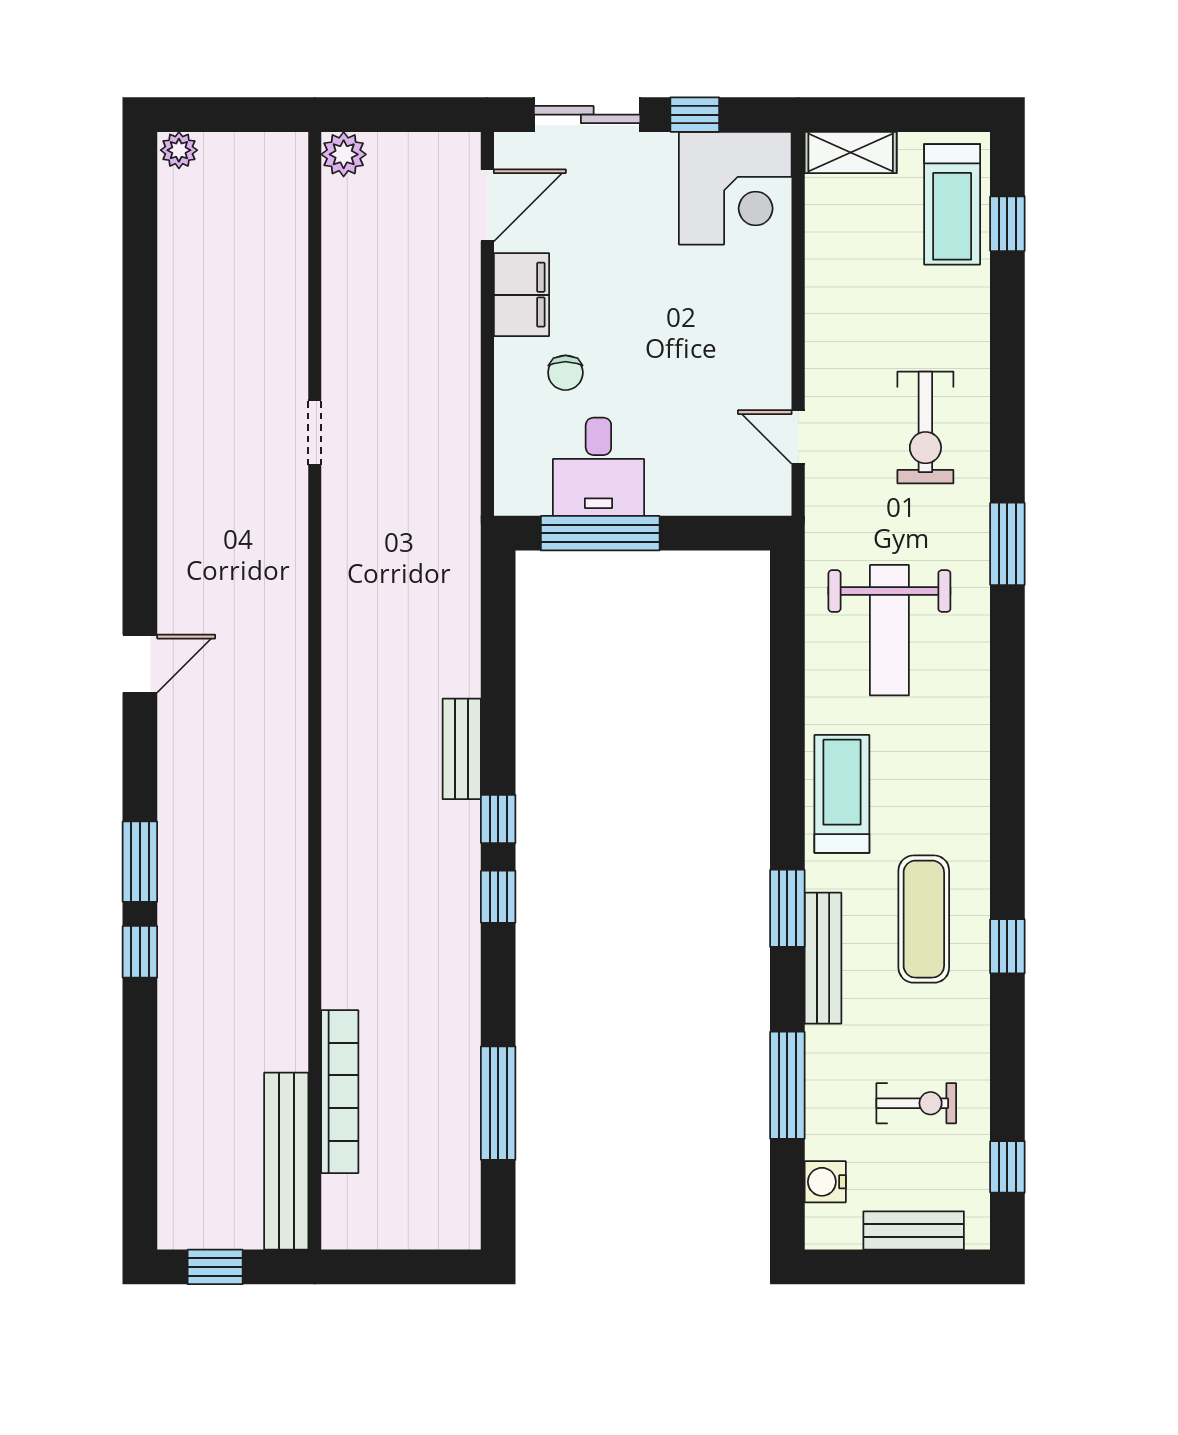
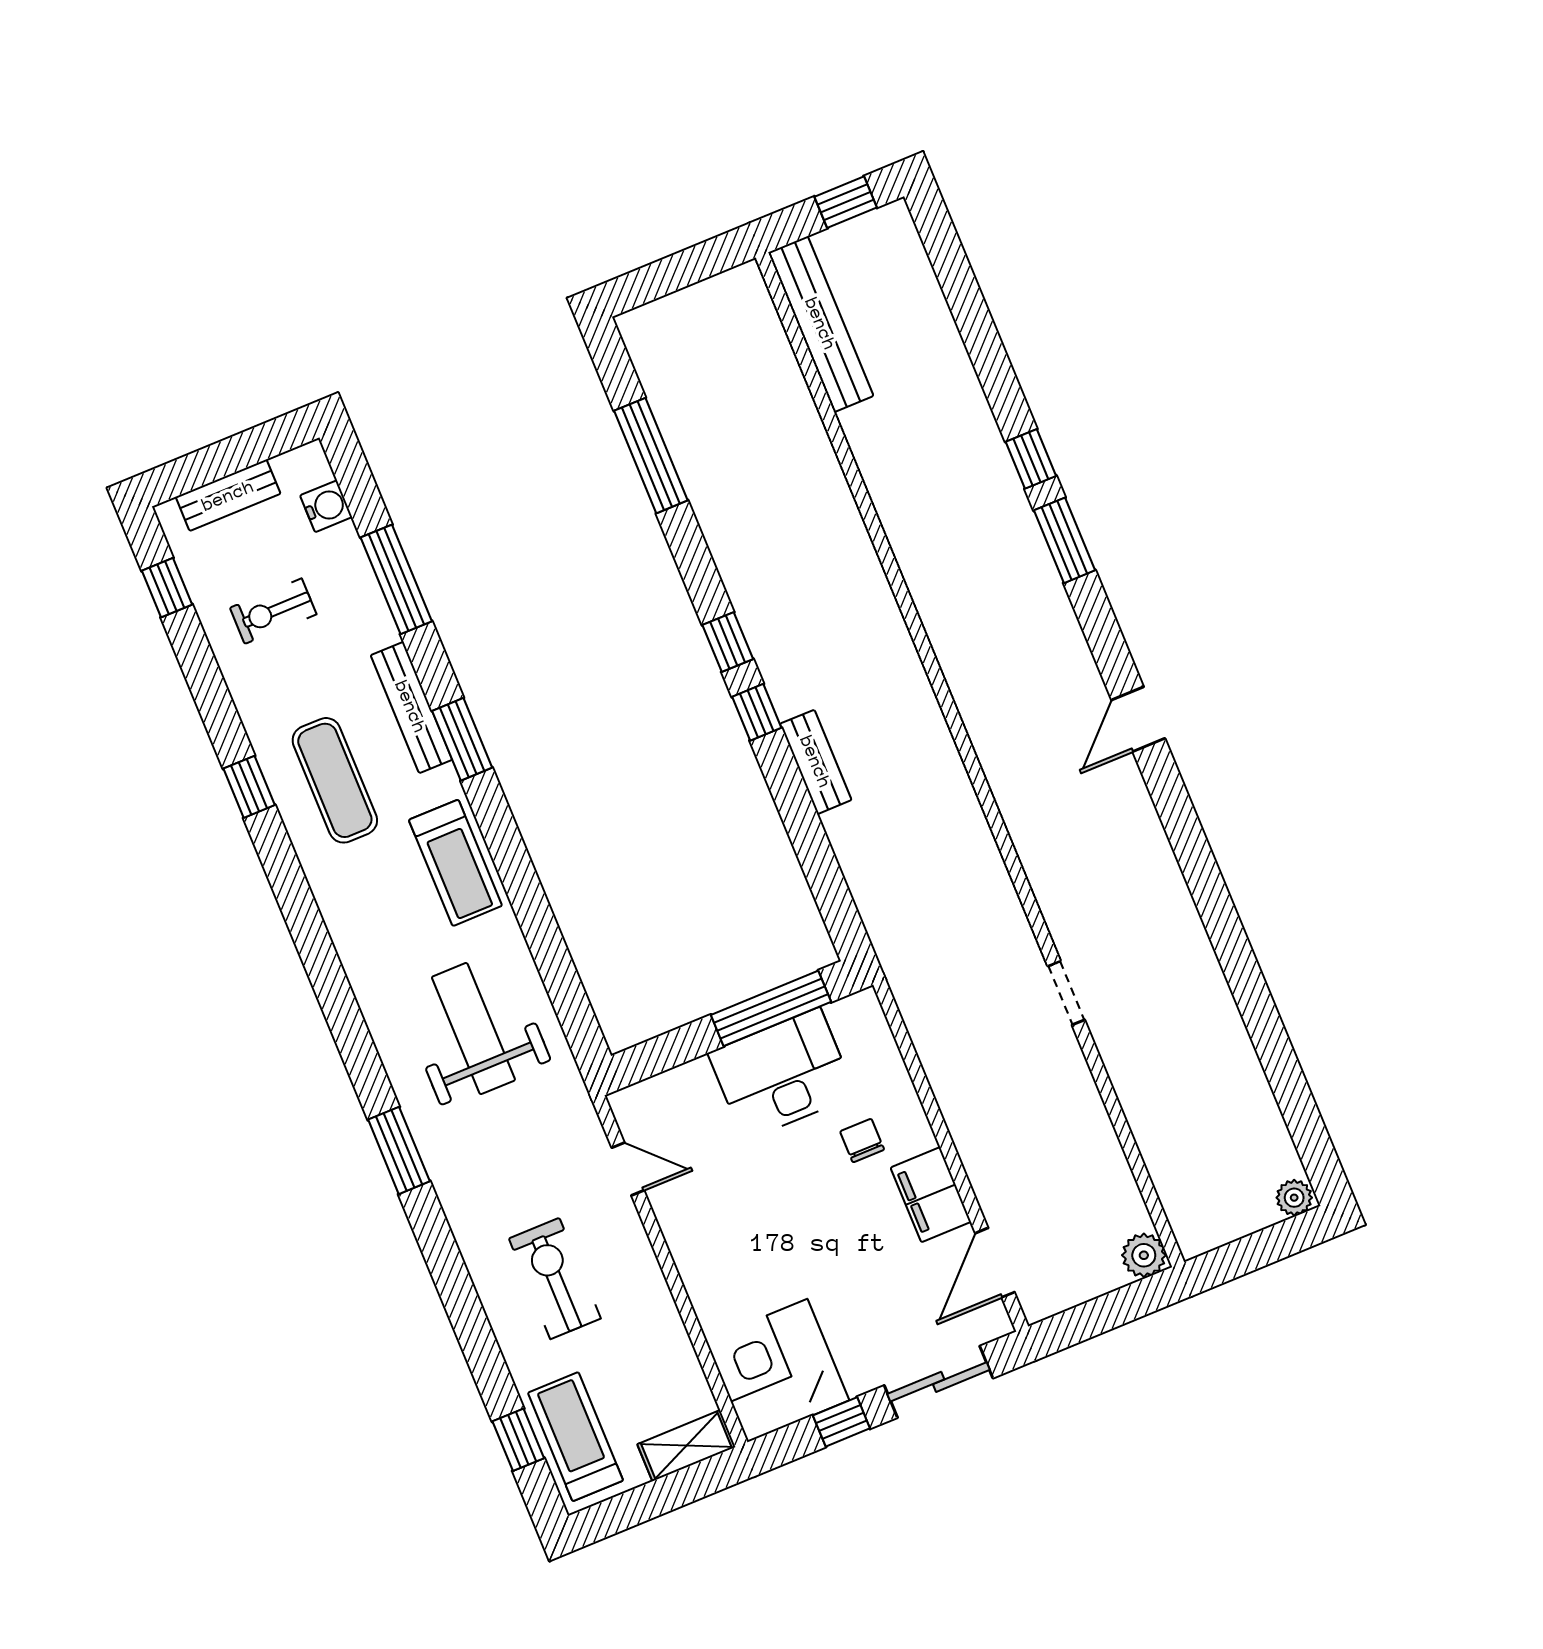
exercise bike: (925, 428) -> (555, 1278), moved
desk: (598, 467) -> (782, 1074), width x1.37
bookcase: (340, 1092) -> (798, 407), removed

